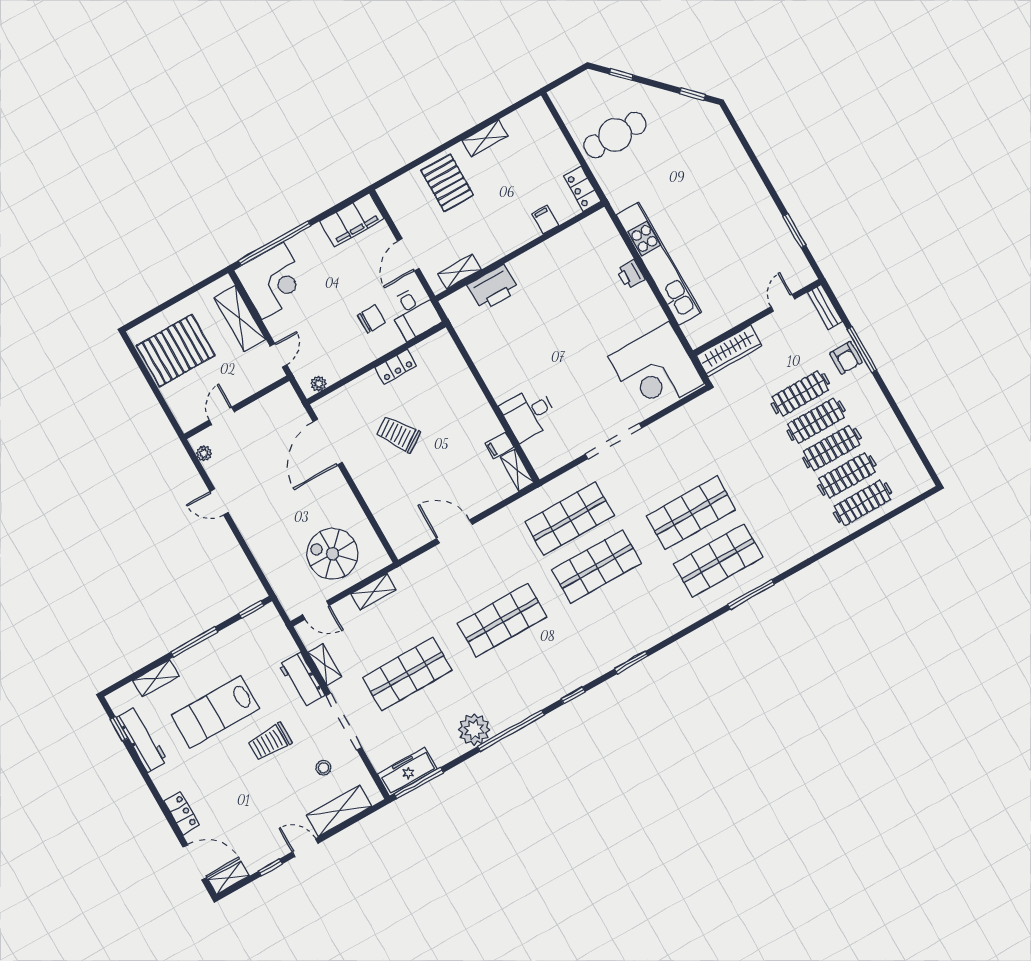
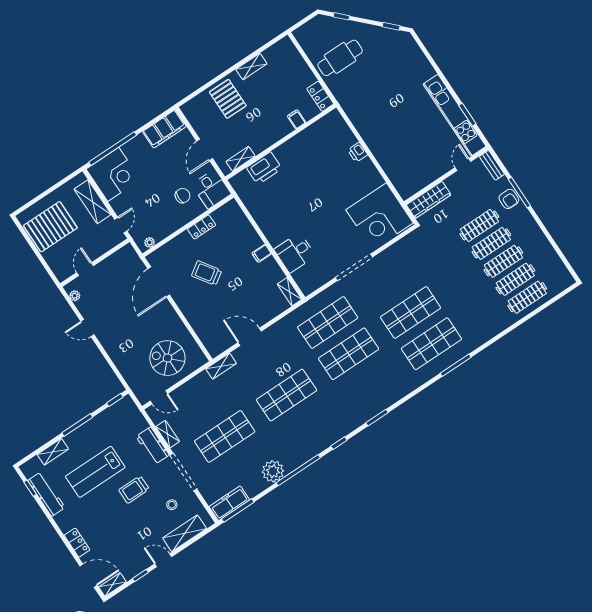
kitchen unit: (659, 264) -> (455, 115), moved, turned 180
filing cabinet: (500, 445) -> (262, 253), moved
shelving: (373, 592) -> (221, 366), moved

